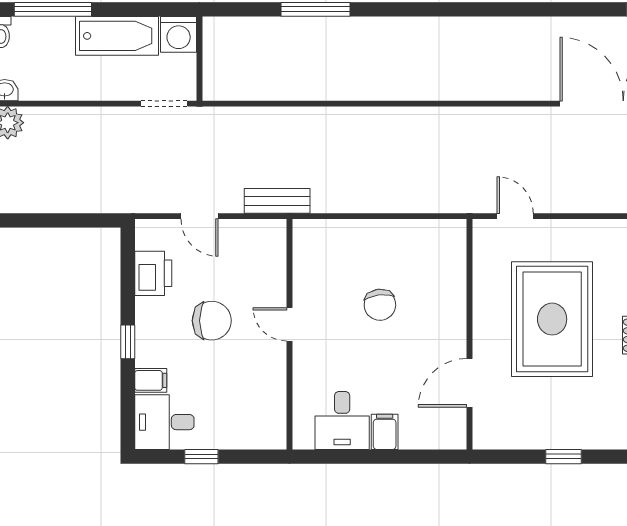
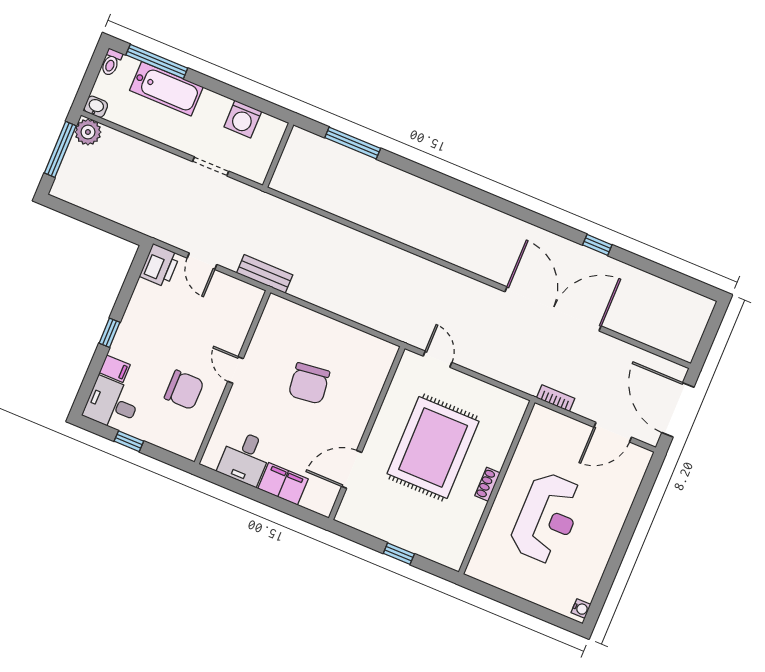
bathtub: (117, 36) -> (166, 89), moved
wall: (199, 59) -> (278, 155), moved
printer: (153, 273) -> (160, 266), moved
chair: (380, 305) -> (309, 383), width x1.37, depth x1.37
chair: (212, 321) -> (184, 390), moved
filing cabinet: (385, 432) -> (283, 484), width x2.00

